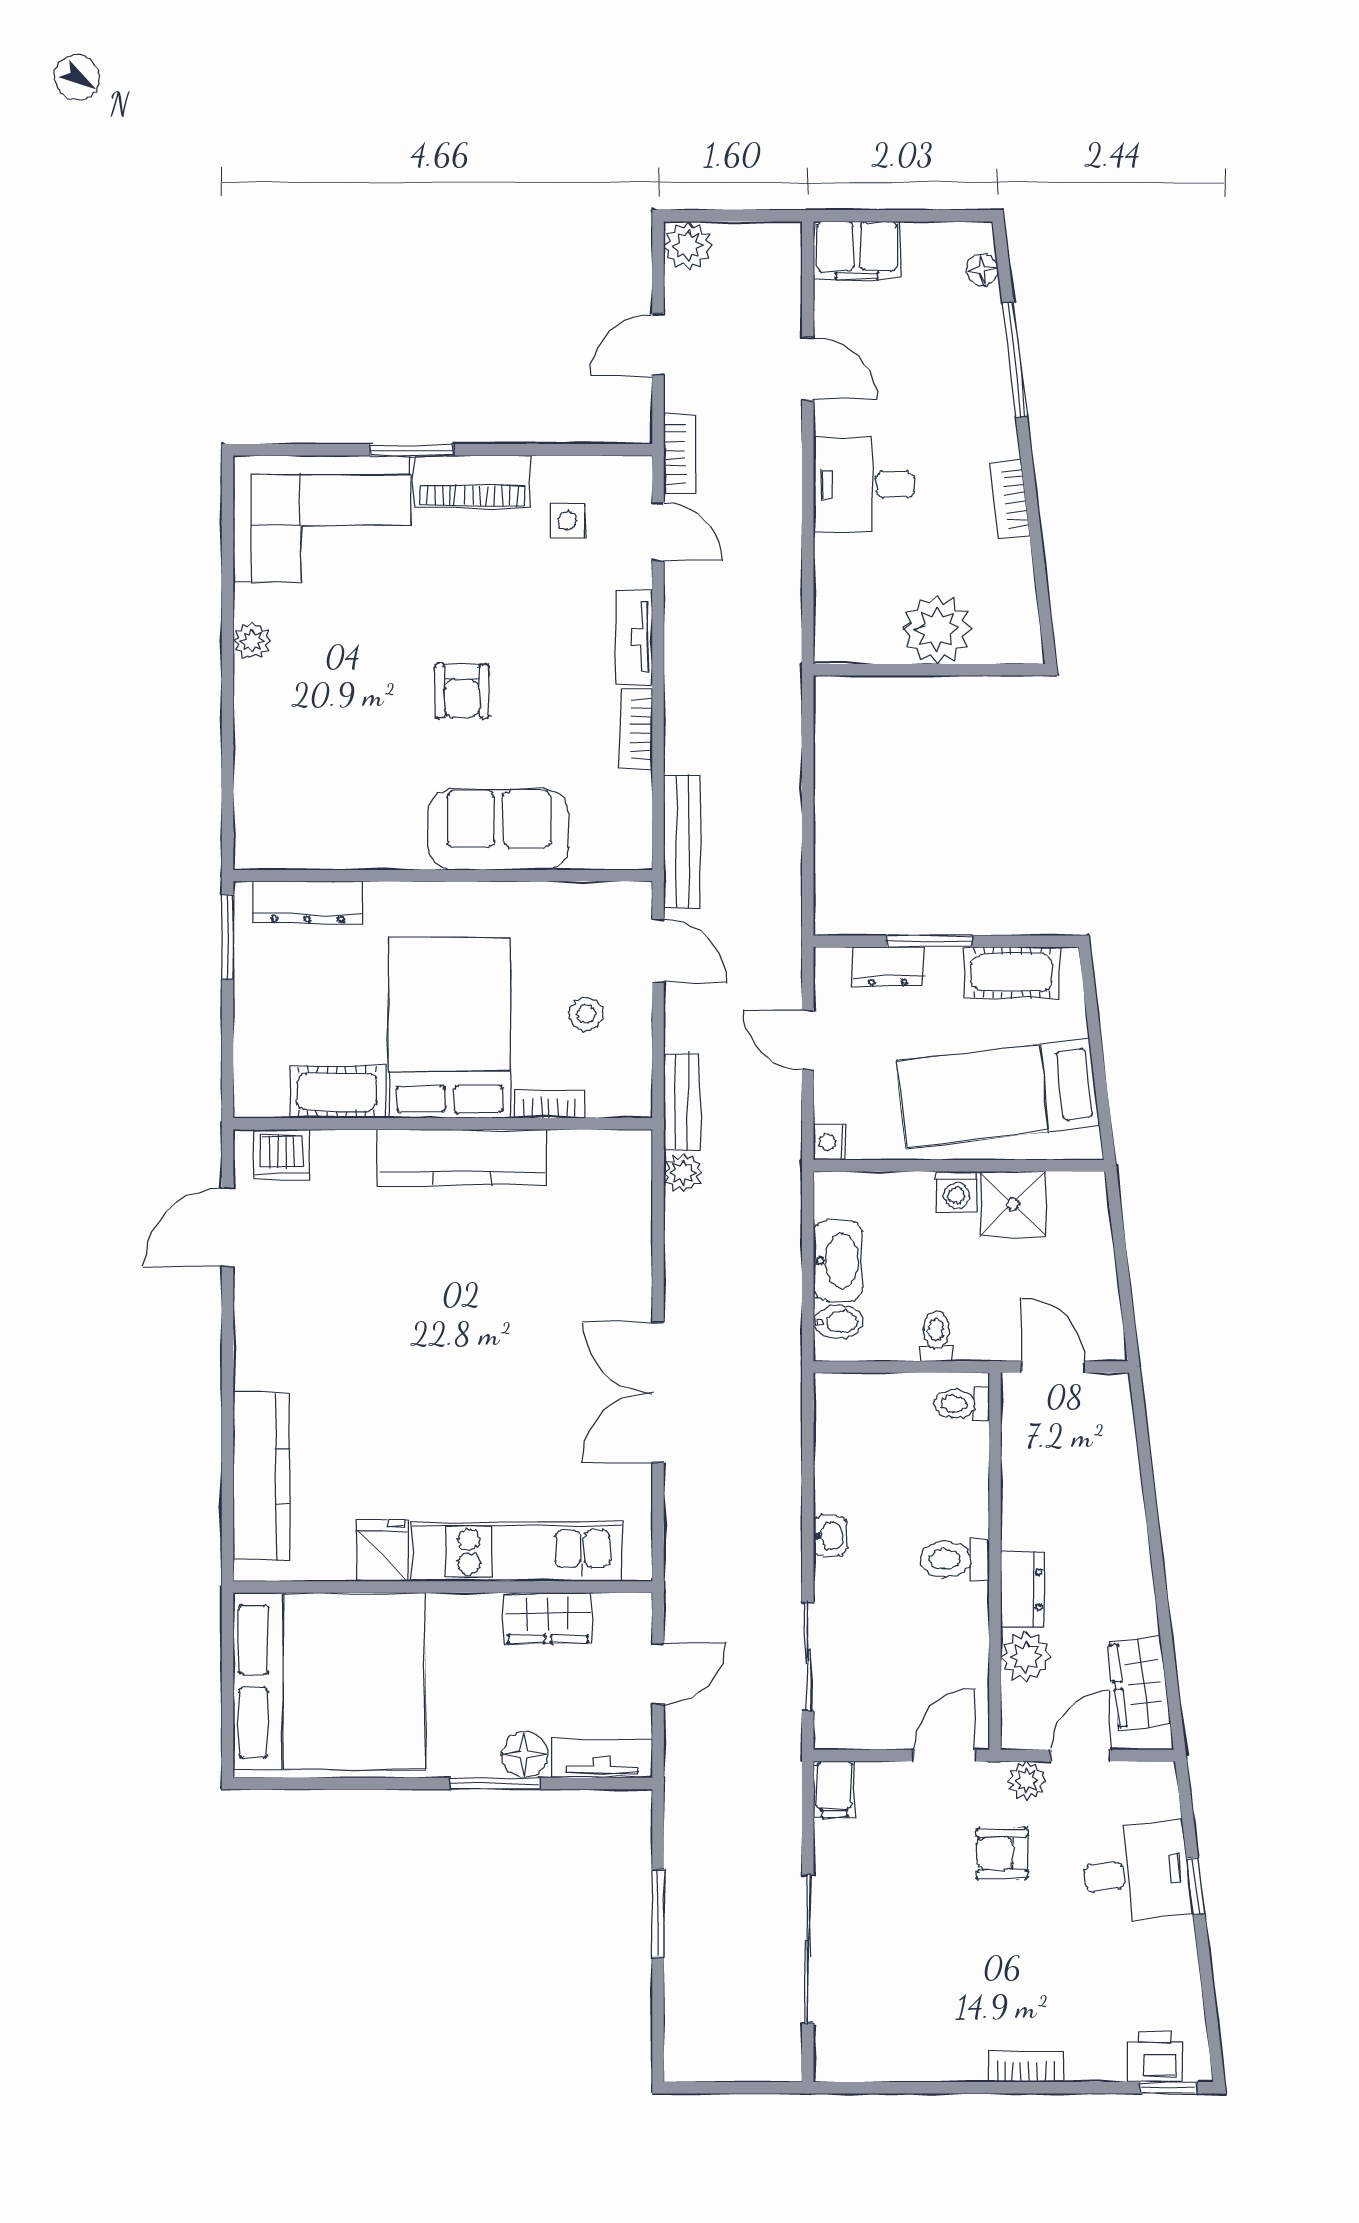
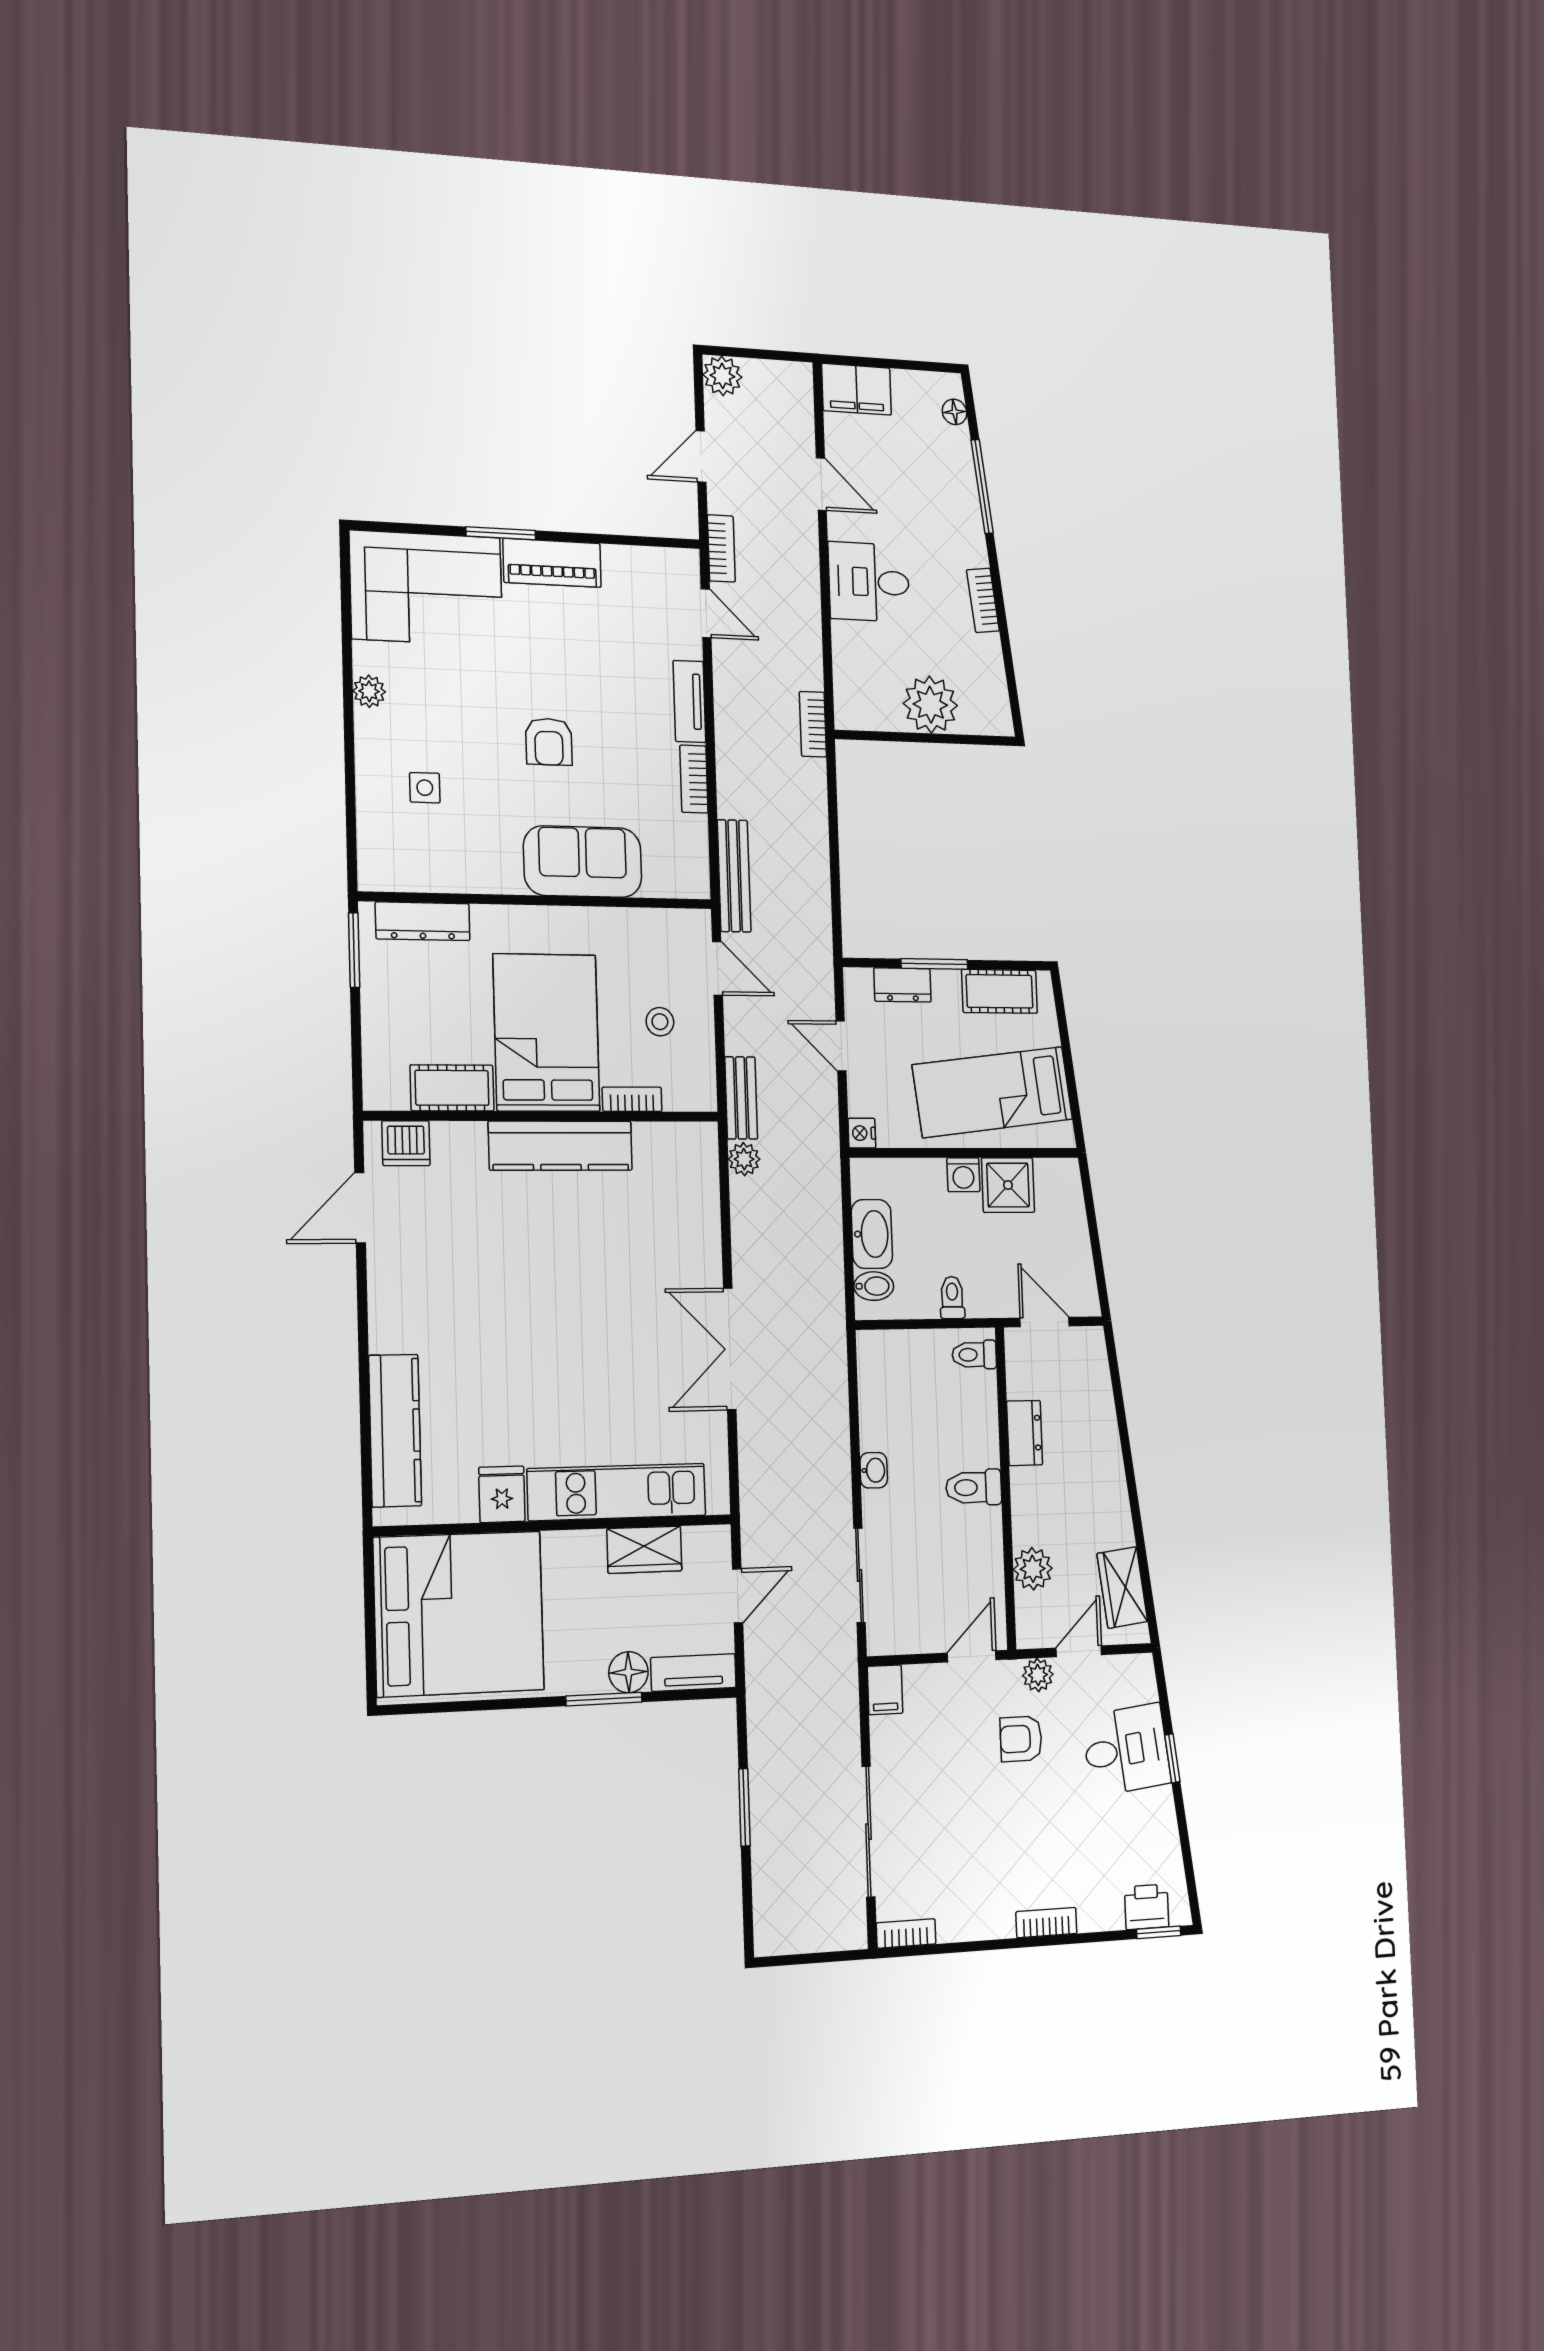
side table: (567, 520) -> (425, 788), moved
bookcase: (787, 659) -> (813, 724), added
dresser: (1022, 1590) -> (1025, 1433), moved
bookcase: (850, 2068) -> (906, 1933), added

